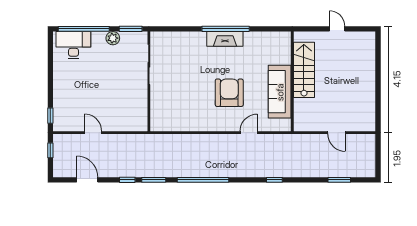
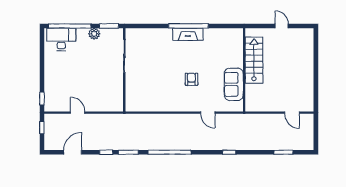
sofa: (280, 92) -> (234, 84), width x0.73
armchair: (229, 93) -> (191, 79), width x0.53, depth x0.53
door: (249, 133) -> (208, 113), swing flipped
door: (336, 133) -> (292, 113), moved
door: (87, 180) -> (73, 152), hinge flipped

